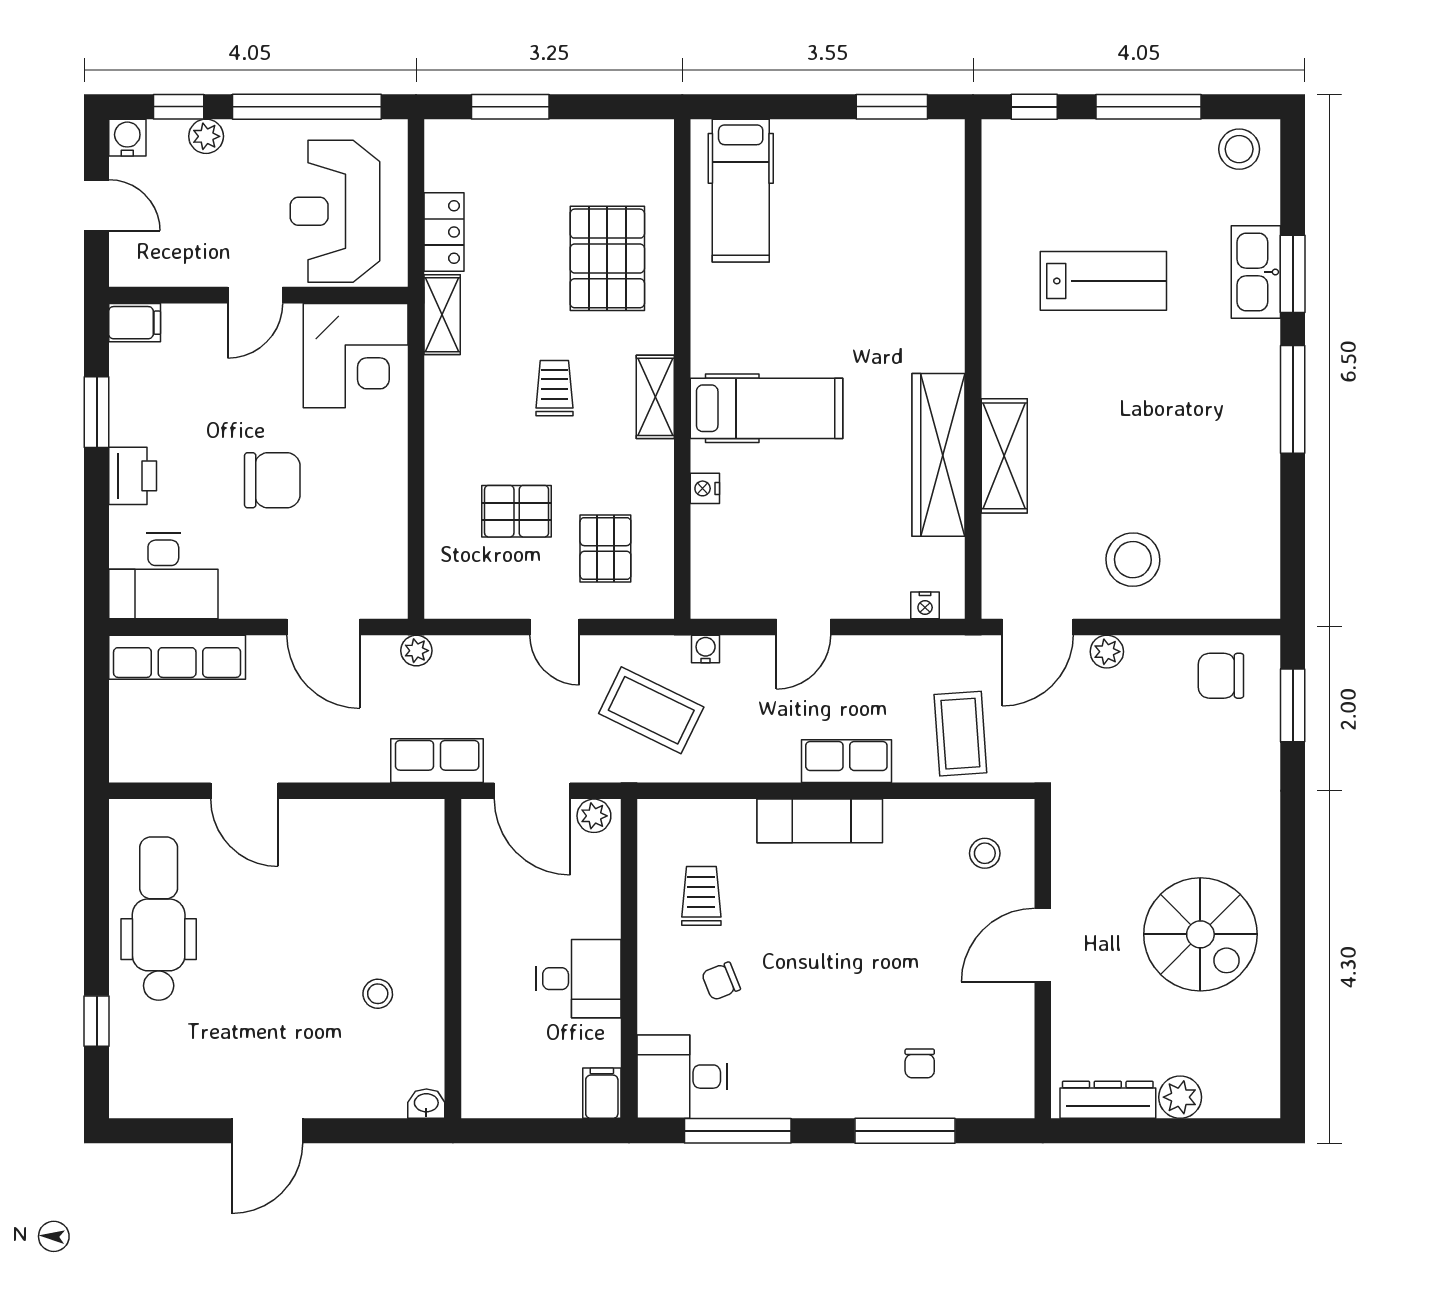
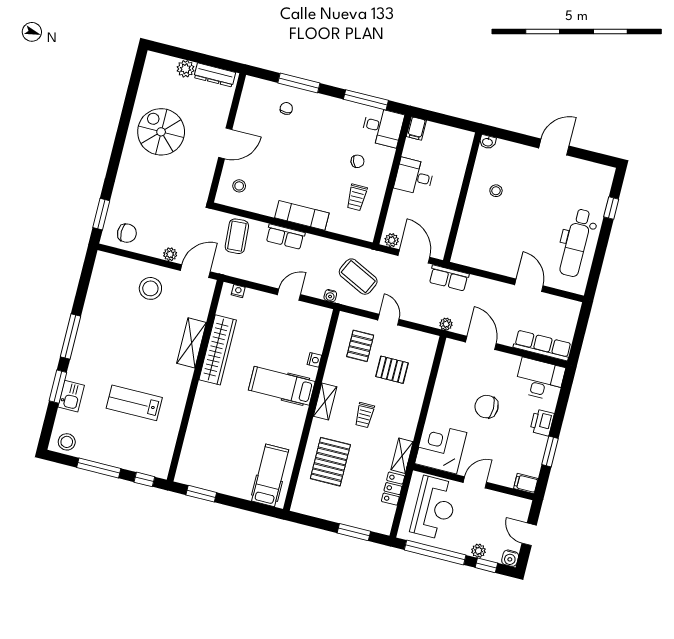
kitchen sink: (1256, 272) -> (71, 396), width x0.73

